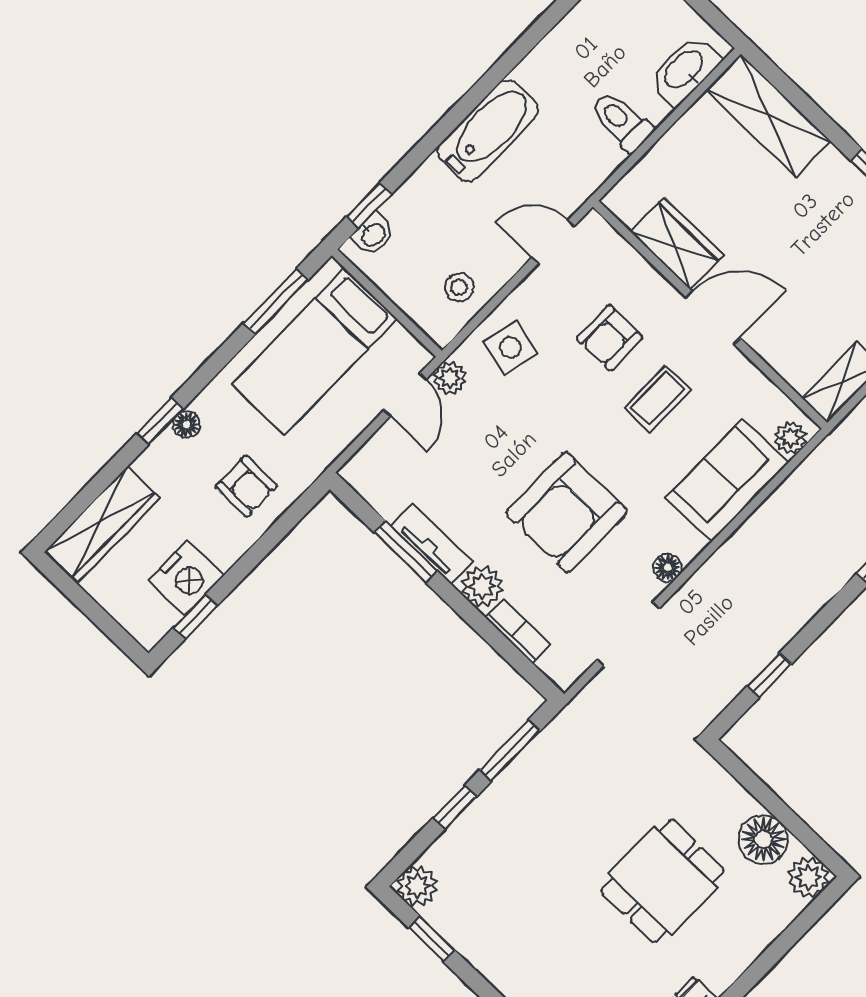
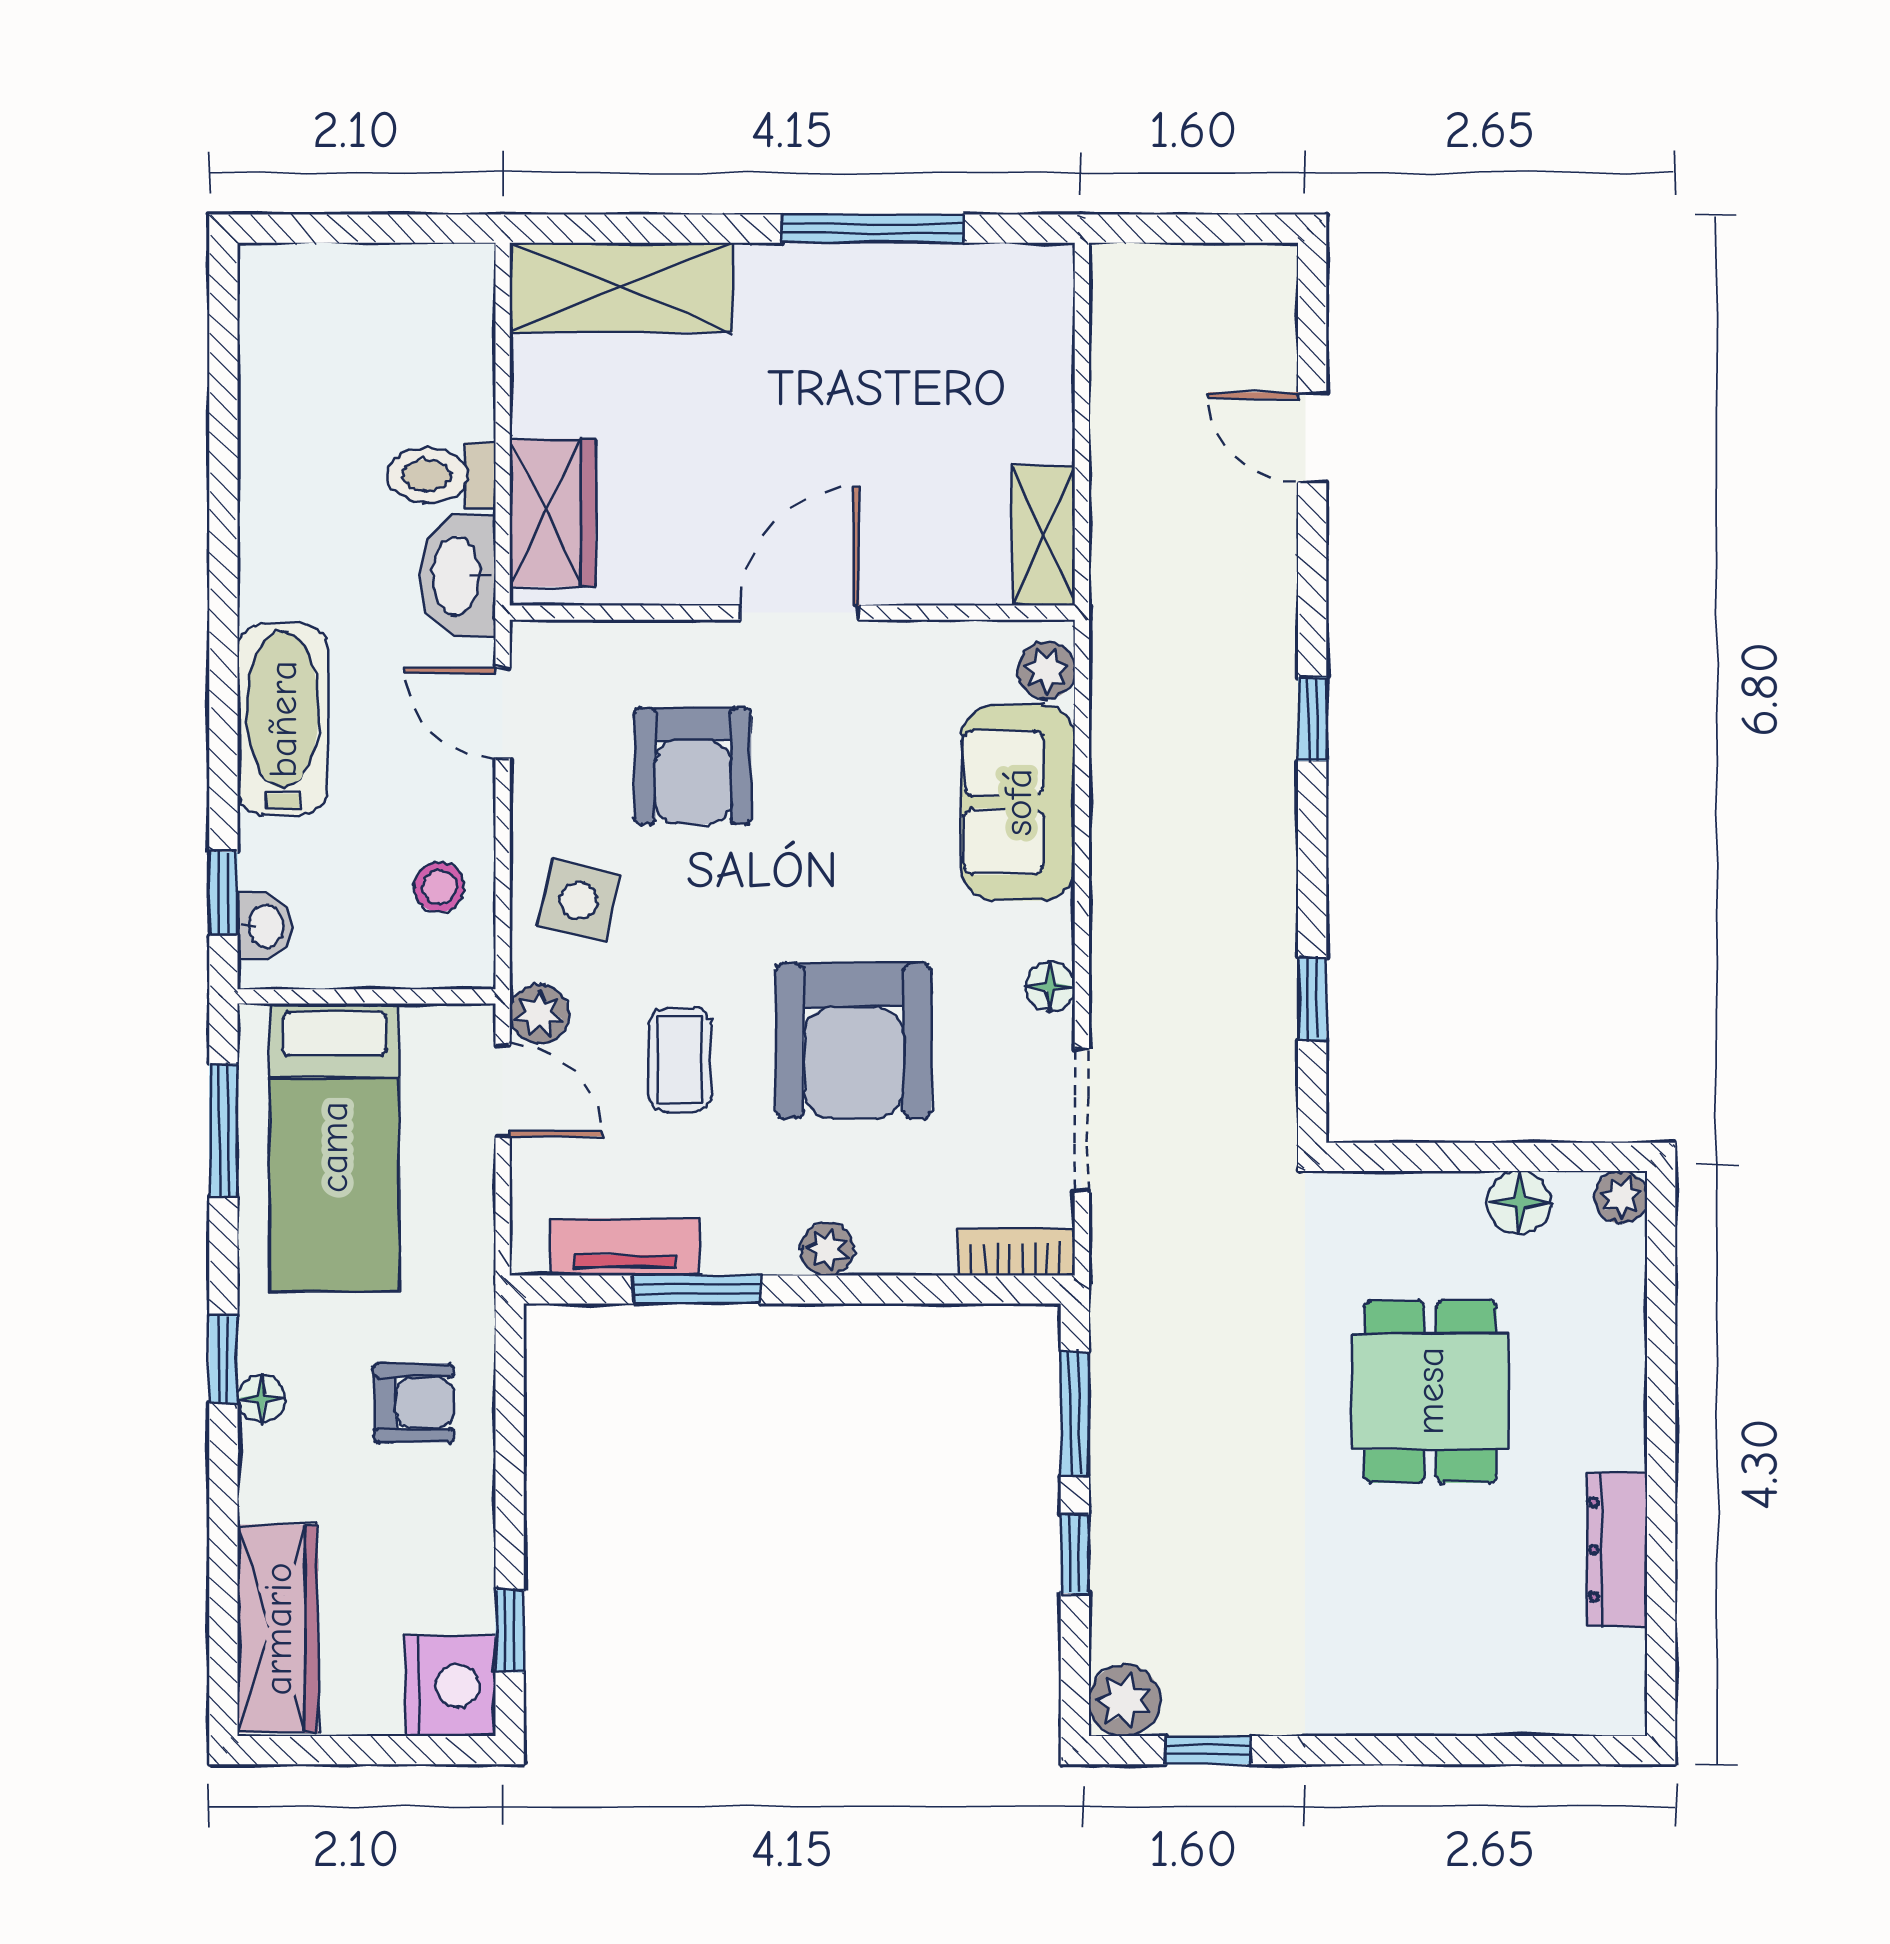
washbasin: (684, 70) -> (458, 576), moved
bathtub: (488, 131) -> (283, 719), moved
door: (553, 242) -> (503, 713), hinge flipped
wardrobe: (677, 244) -> (552, 513), moved, turned 90
armchair: (610, 338) -> (693, 766), width x1.38, depth x1.38
coffee table: (658, 399) -> (680, 1060), moved
window: (160, 421) -> (223, 1359), moved
tv unit: (432, 544) -> (625, 1247), moved
nightstand: (186, 578) -> (450, 1686), moved
plant: (482, 586) -> (827, 1249), width x0.73, depth x0.73
bookcase: (518, 631) -> (1017, 1252), moved
floor lamp: (763, 839) -> (1519, 1203), width x0.73, depth x0.73
plant: (808, 877) -> (1621, 1197), width x0.73, depth x0.73

